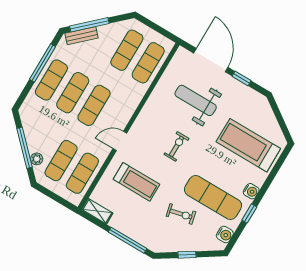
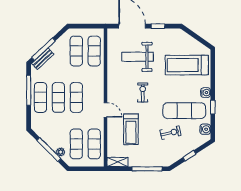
door: (120, 141) -> (105, 110), swing flipped
treadmill: (136, 182) -> (131, 129), turned 90

